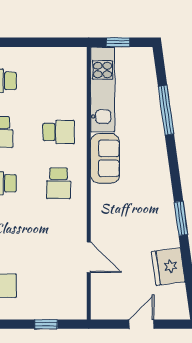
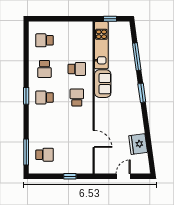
school desk: (59, 183) -> (77, 97), turned 180
window: (181, 218) -> (142, 93), moved

